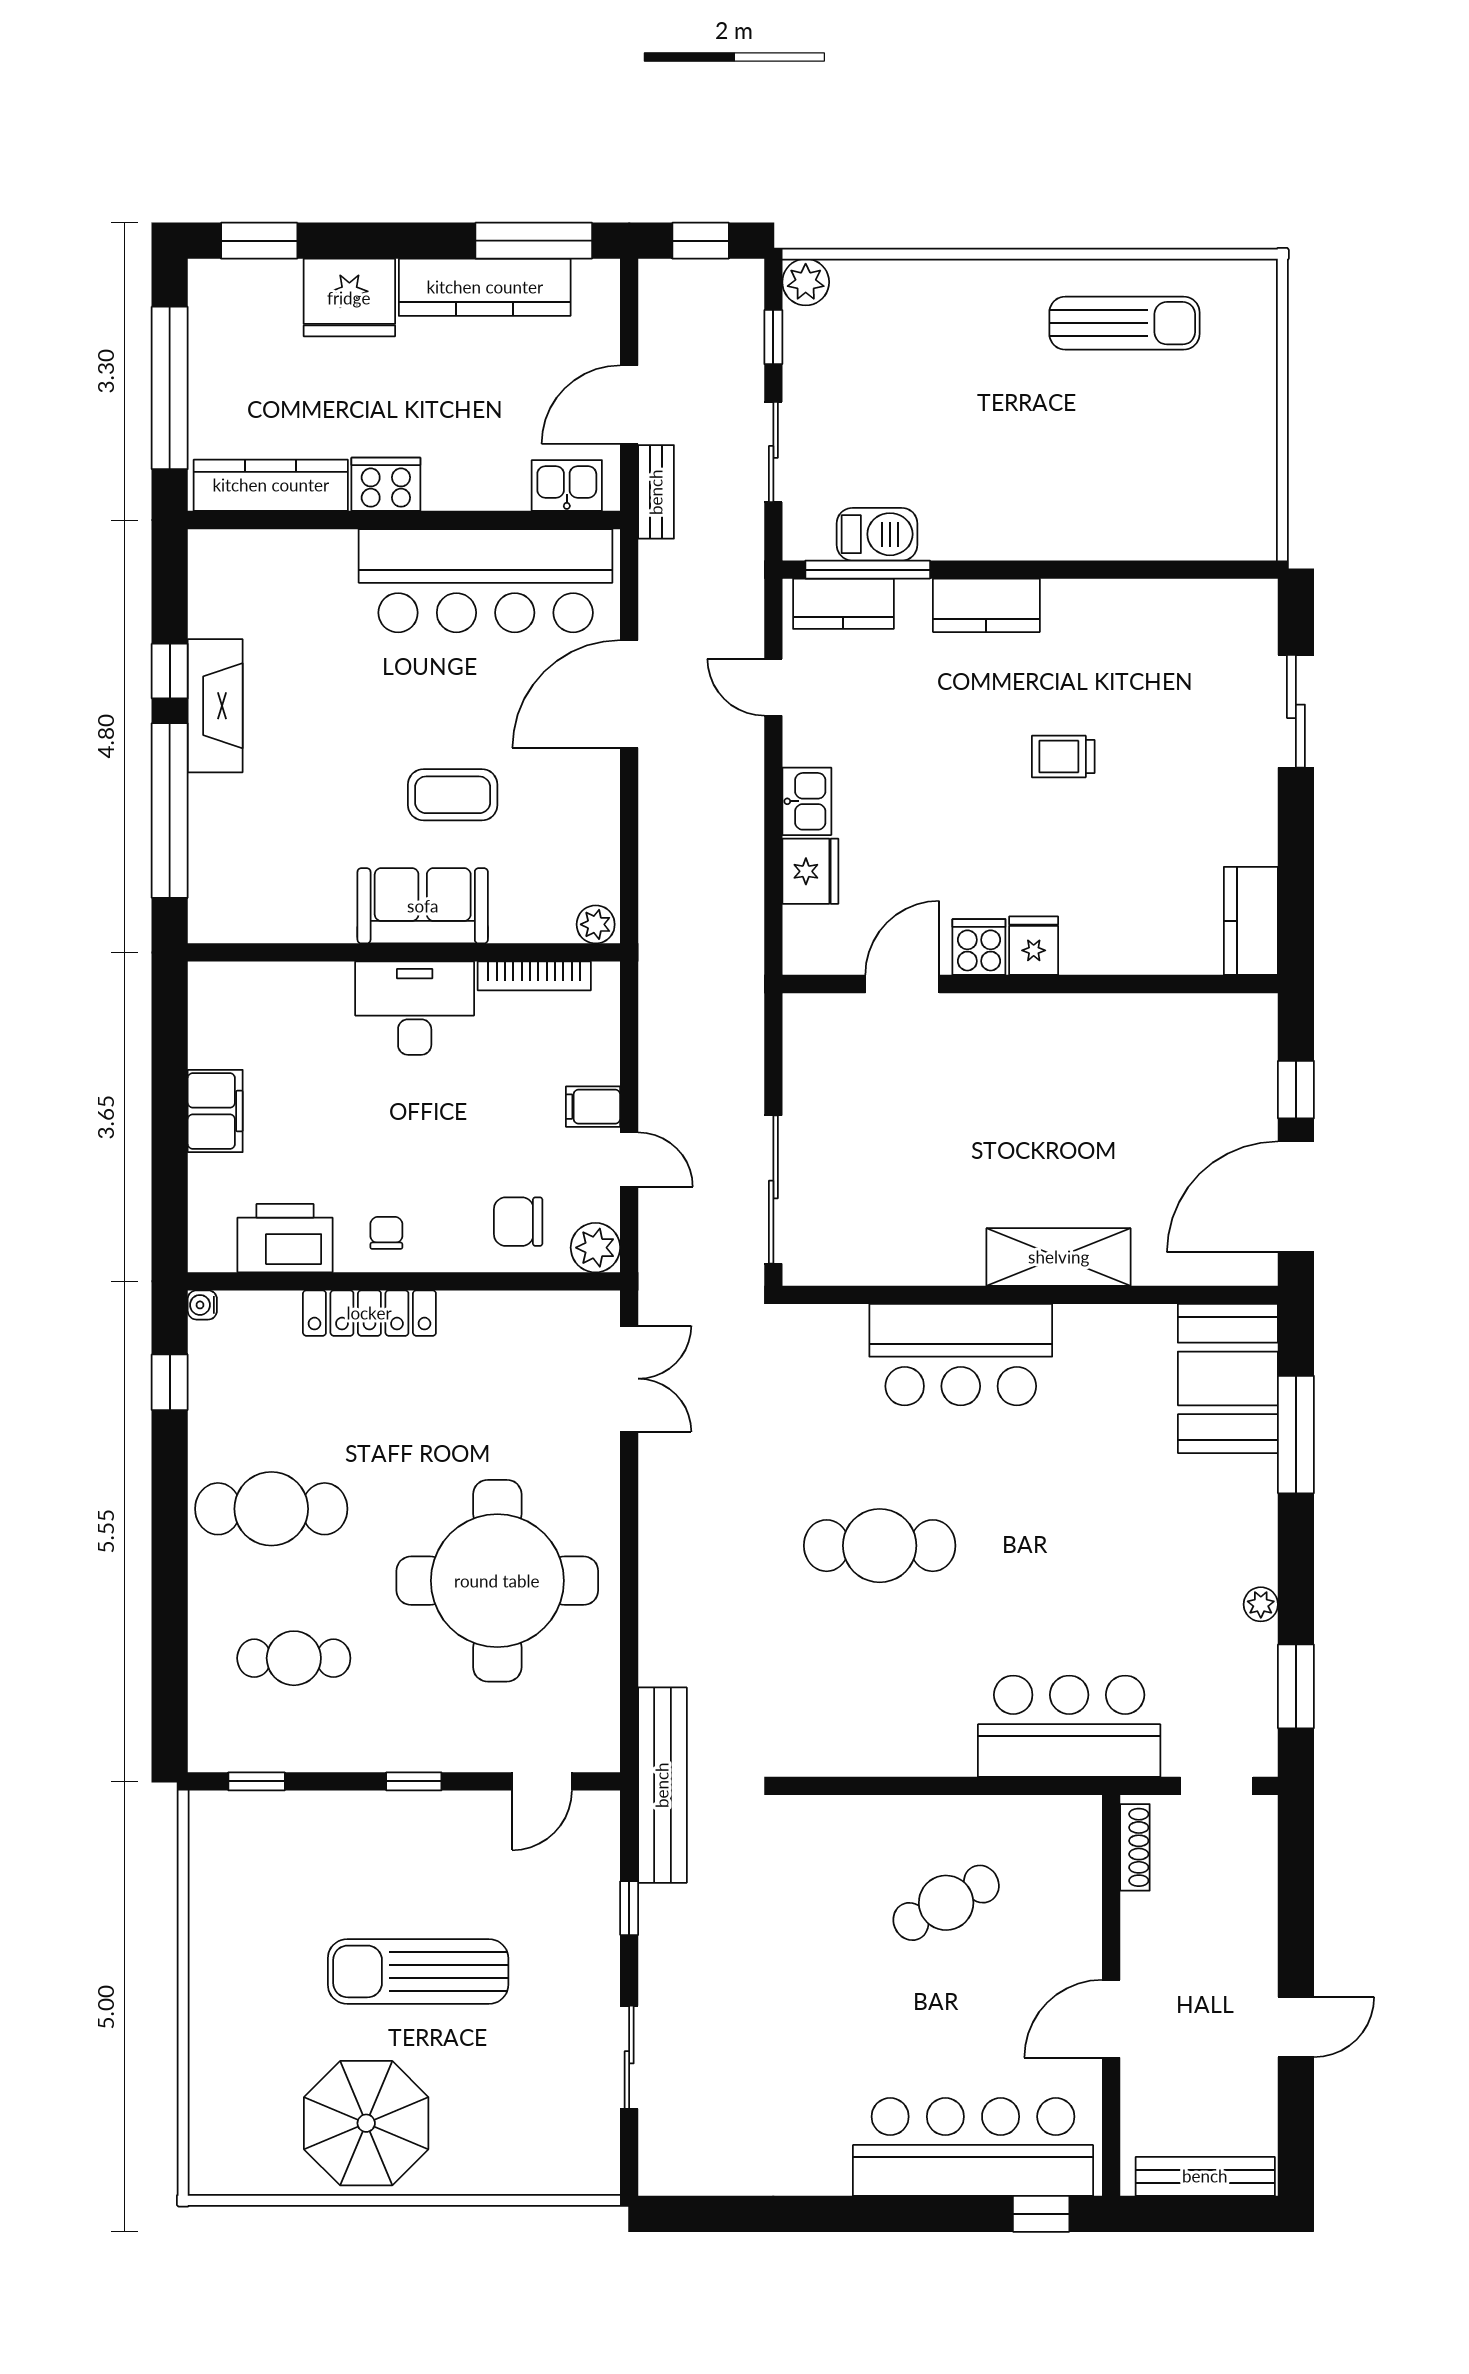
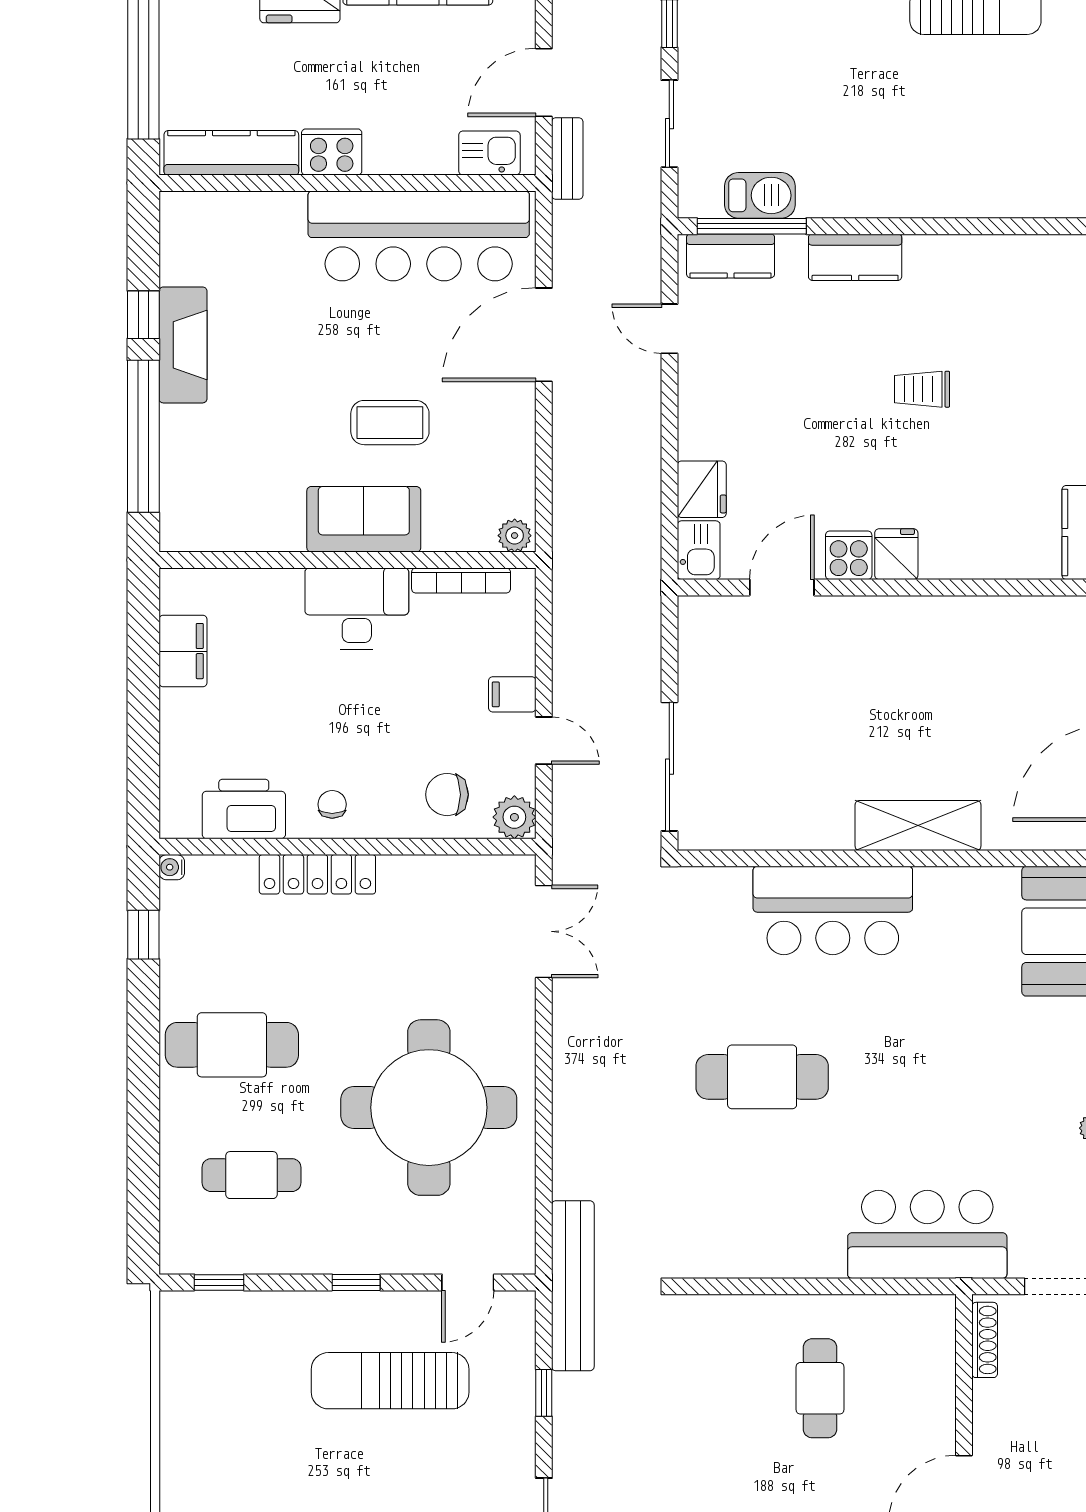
kitchen sink: (807, 801) -> (699, 550), moved
filing cabinet: (215, 1111) -> (183, 651), moved
cafe table: (946, 1903) -> (820, 1388), turned -62
sun lounger: (418, 1971) -> (390, 1381), moved

